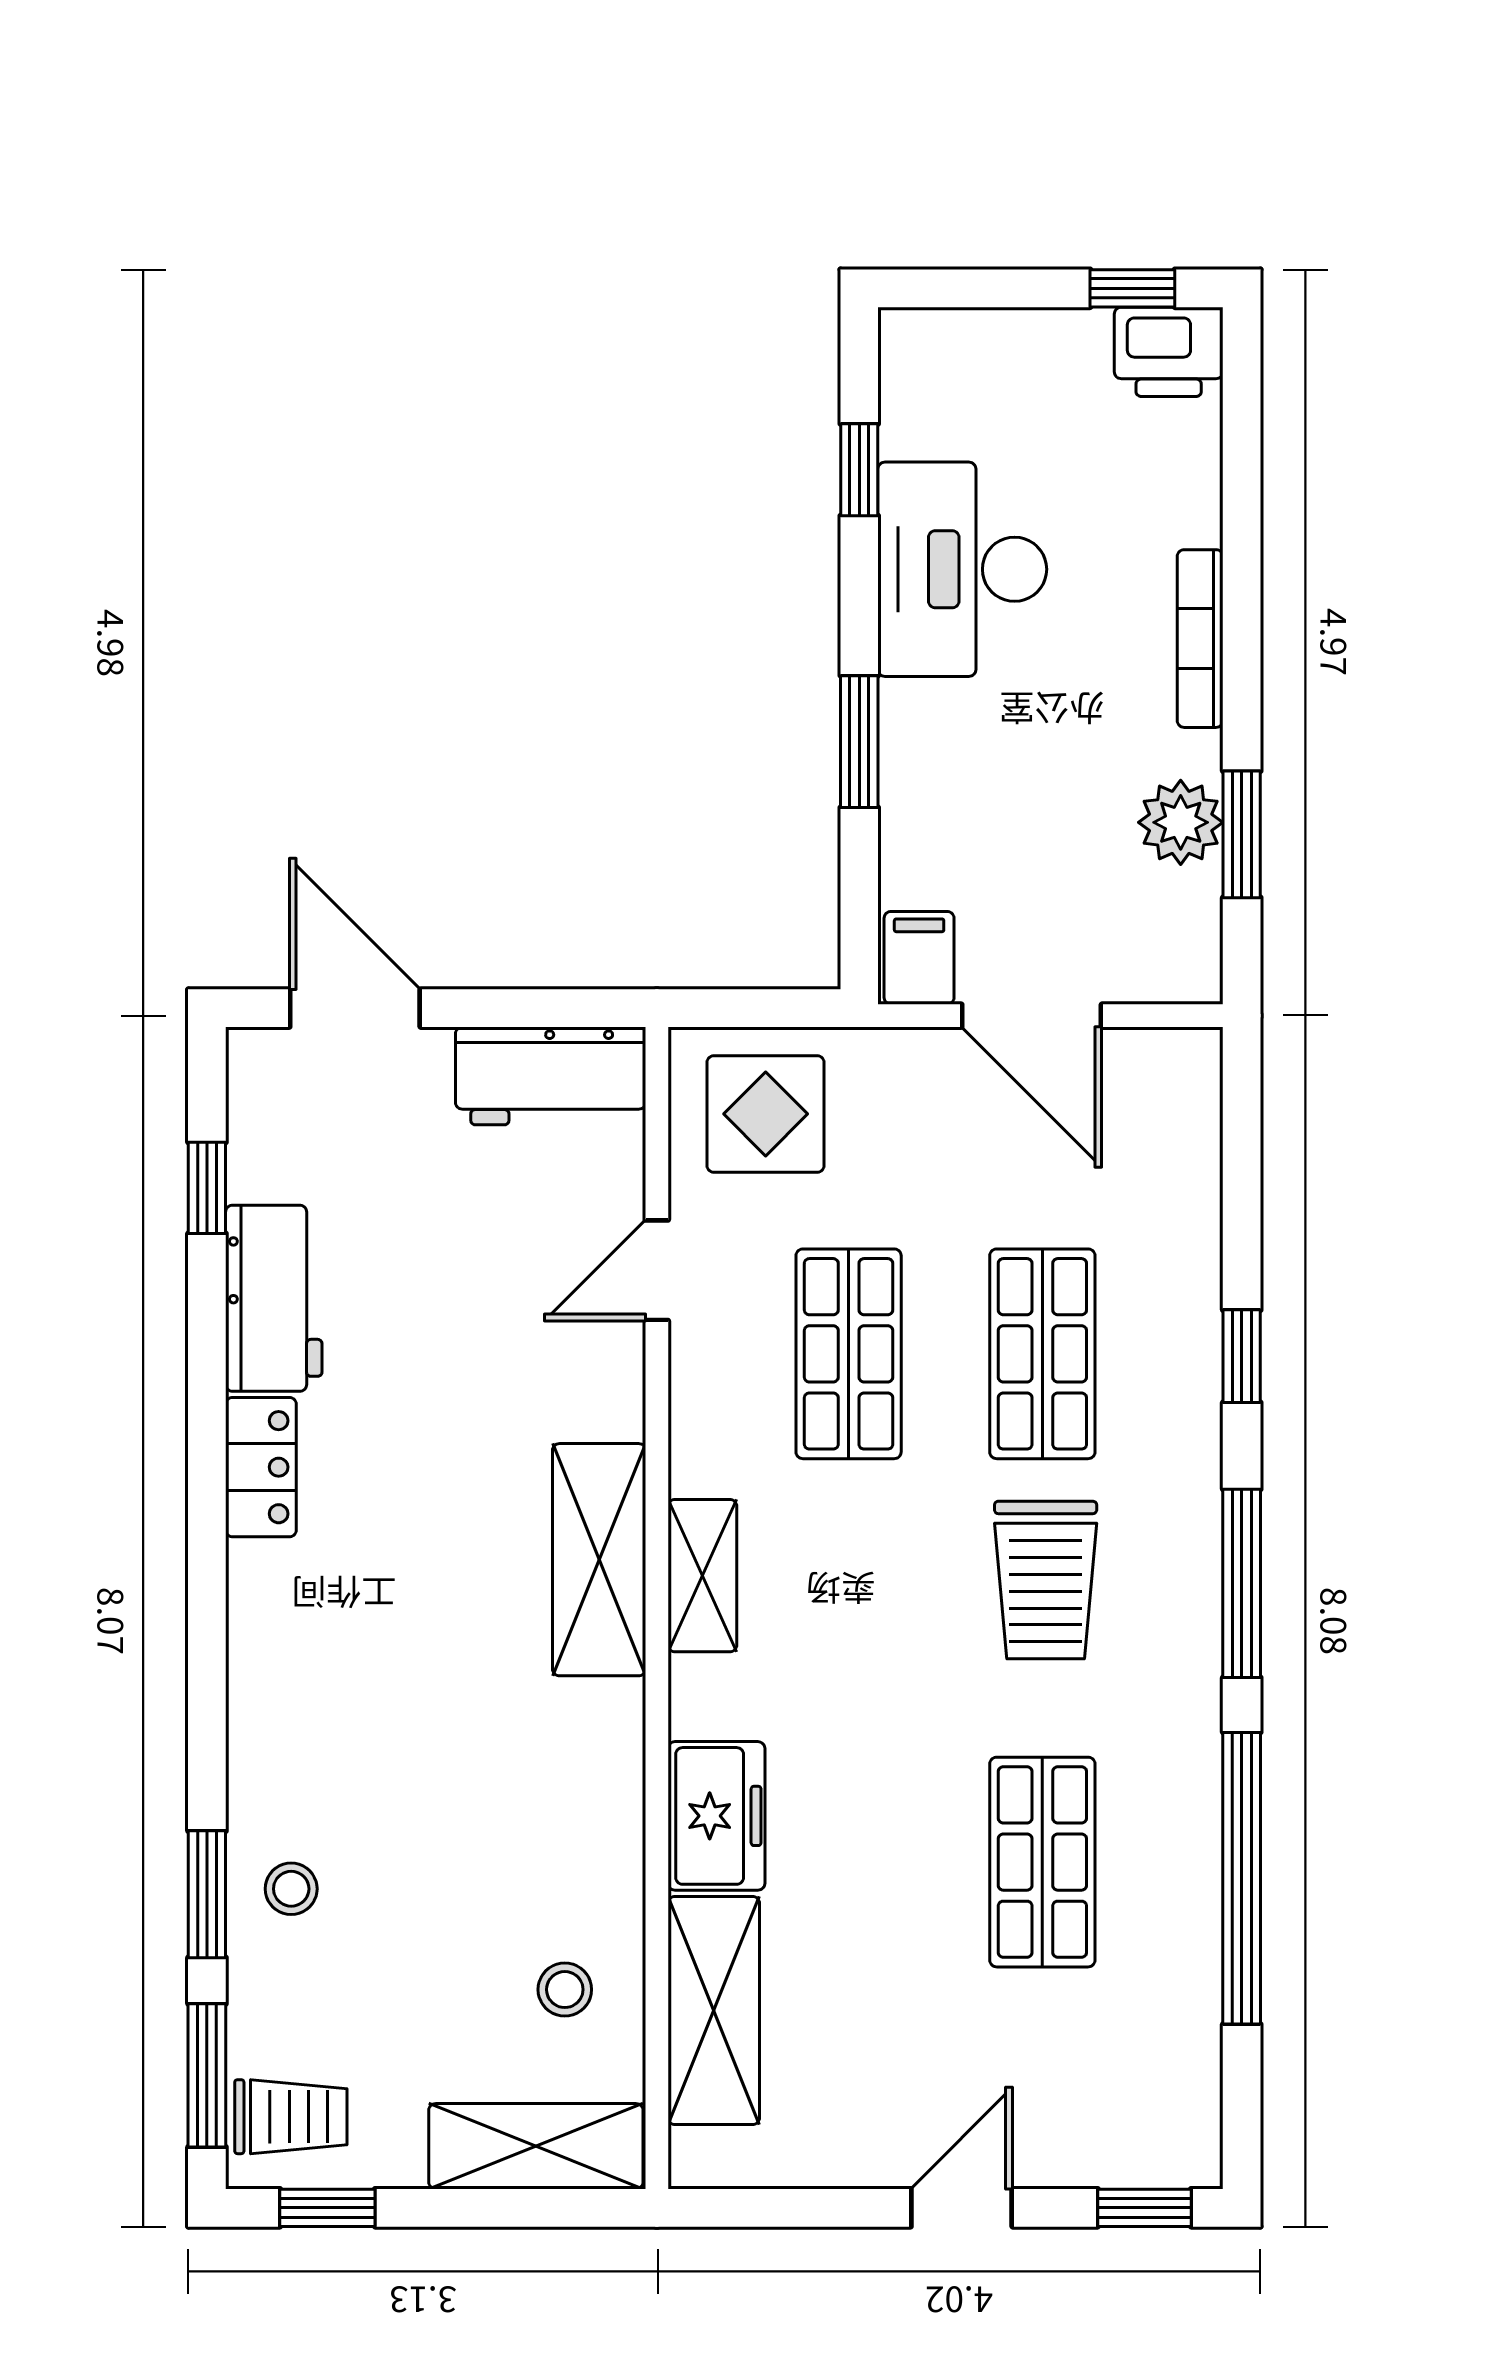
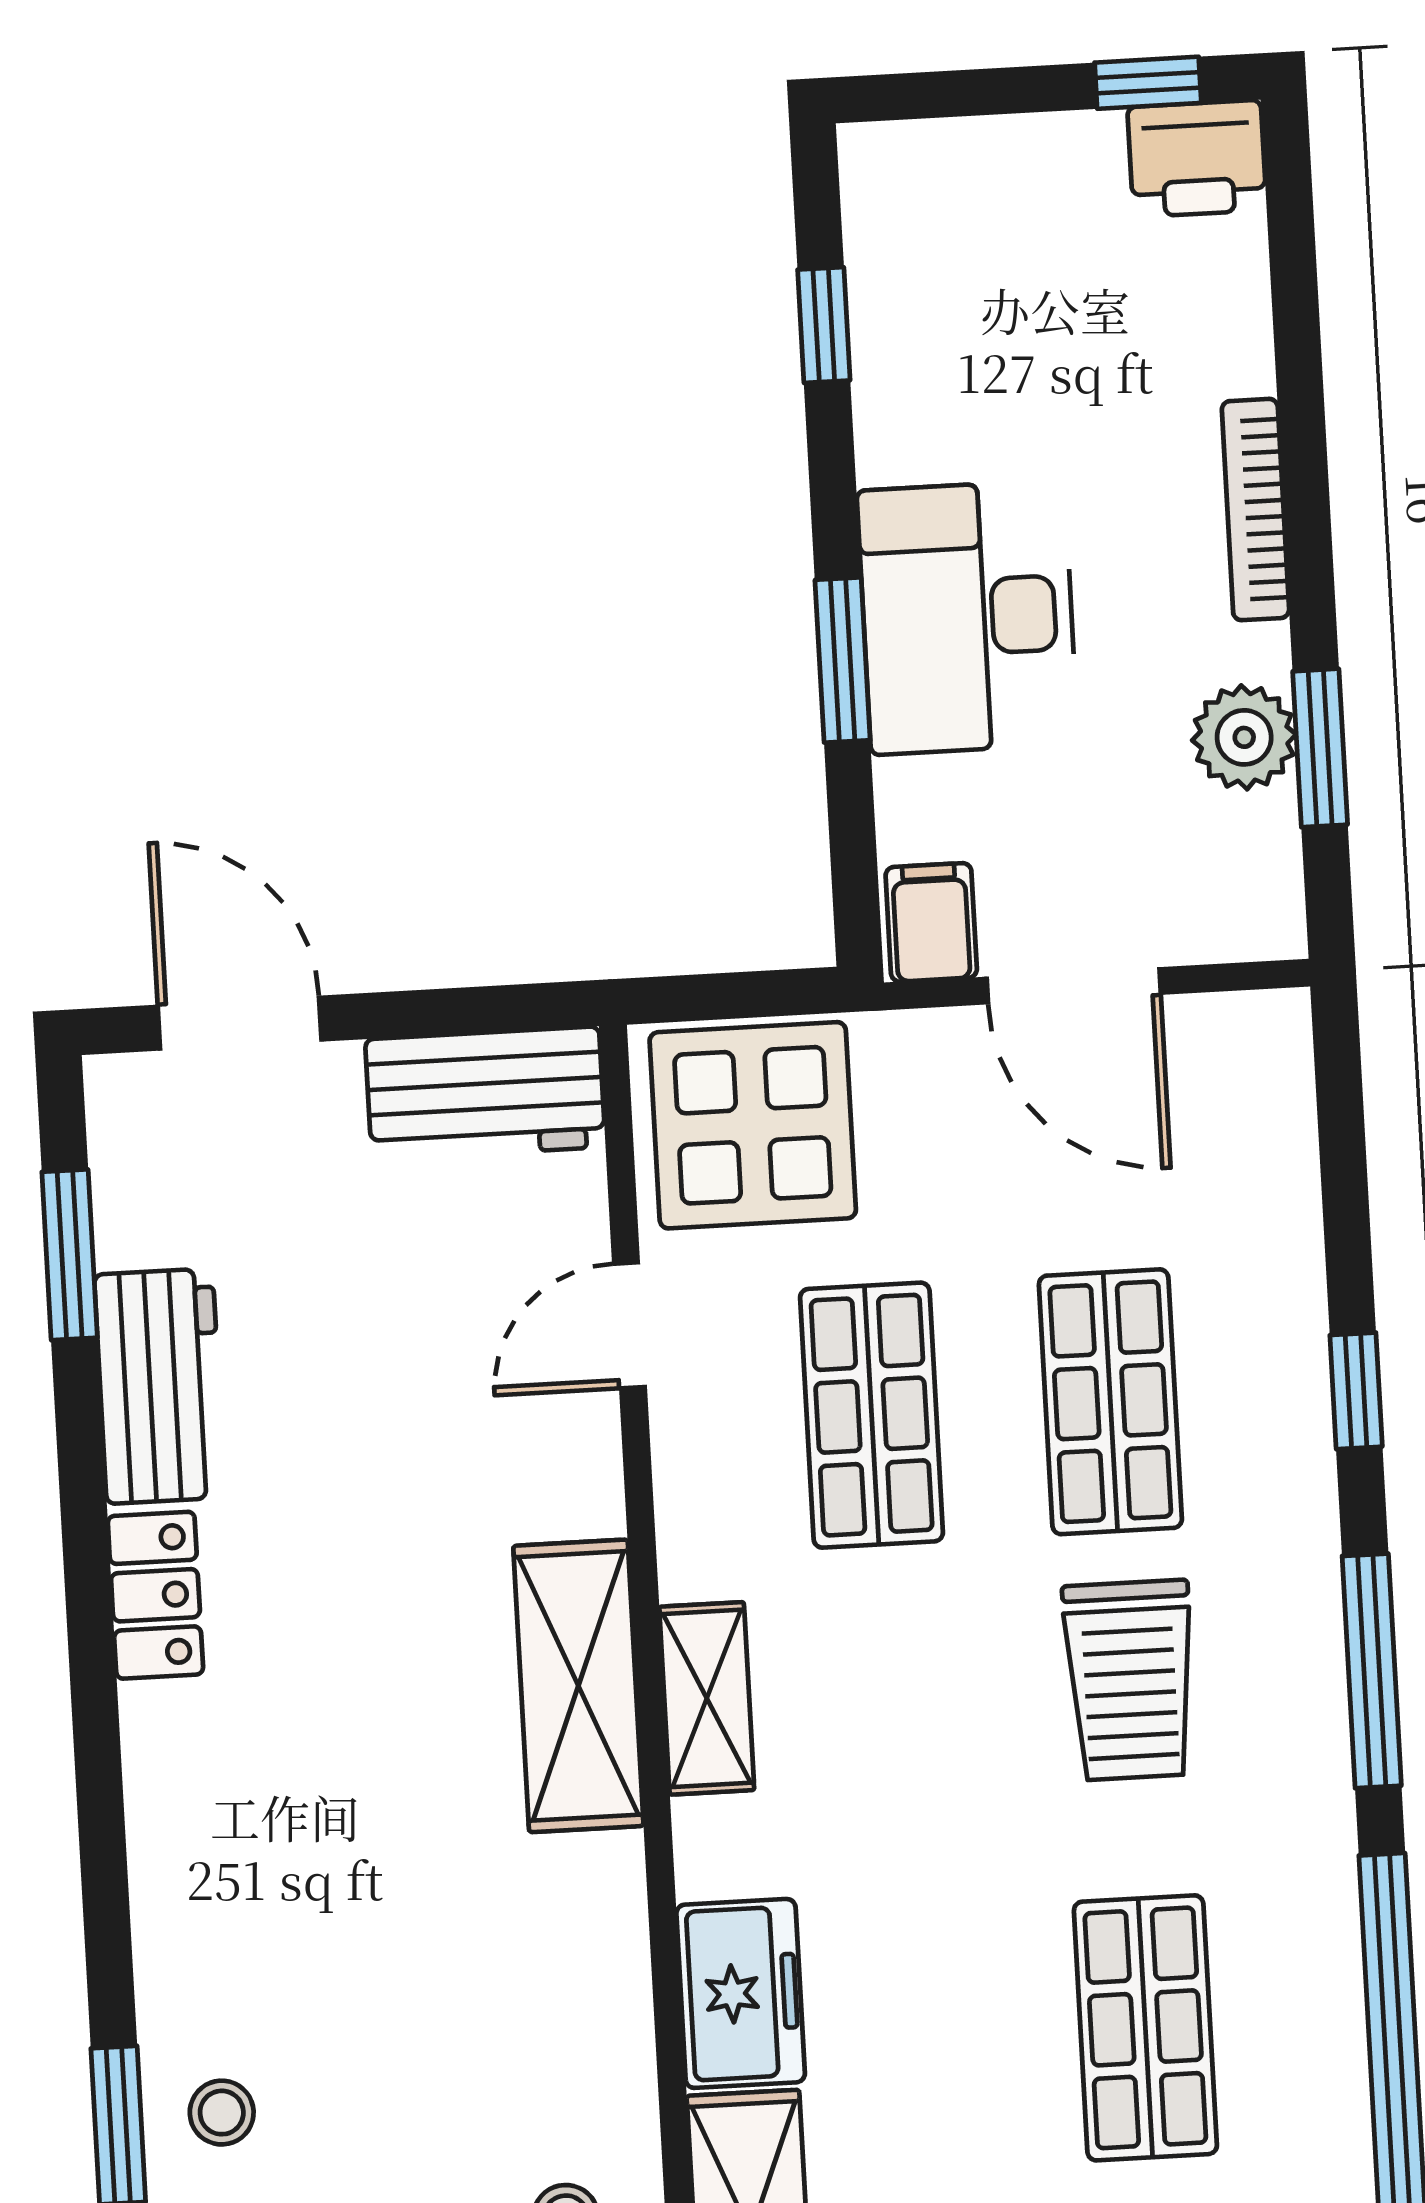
desk: (962, 569) -> (968, 617), moved
display table: (766, 1114) -> (753, 1125), width x1.36, depth x1.36
window: (207, 1188) -> (70, 1255), width x1.50

